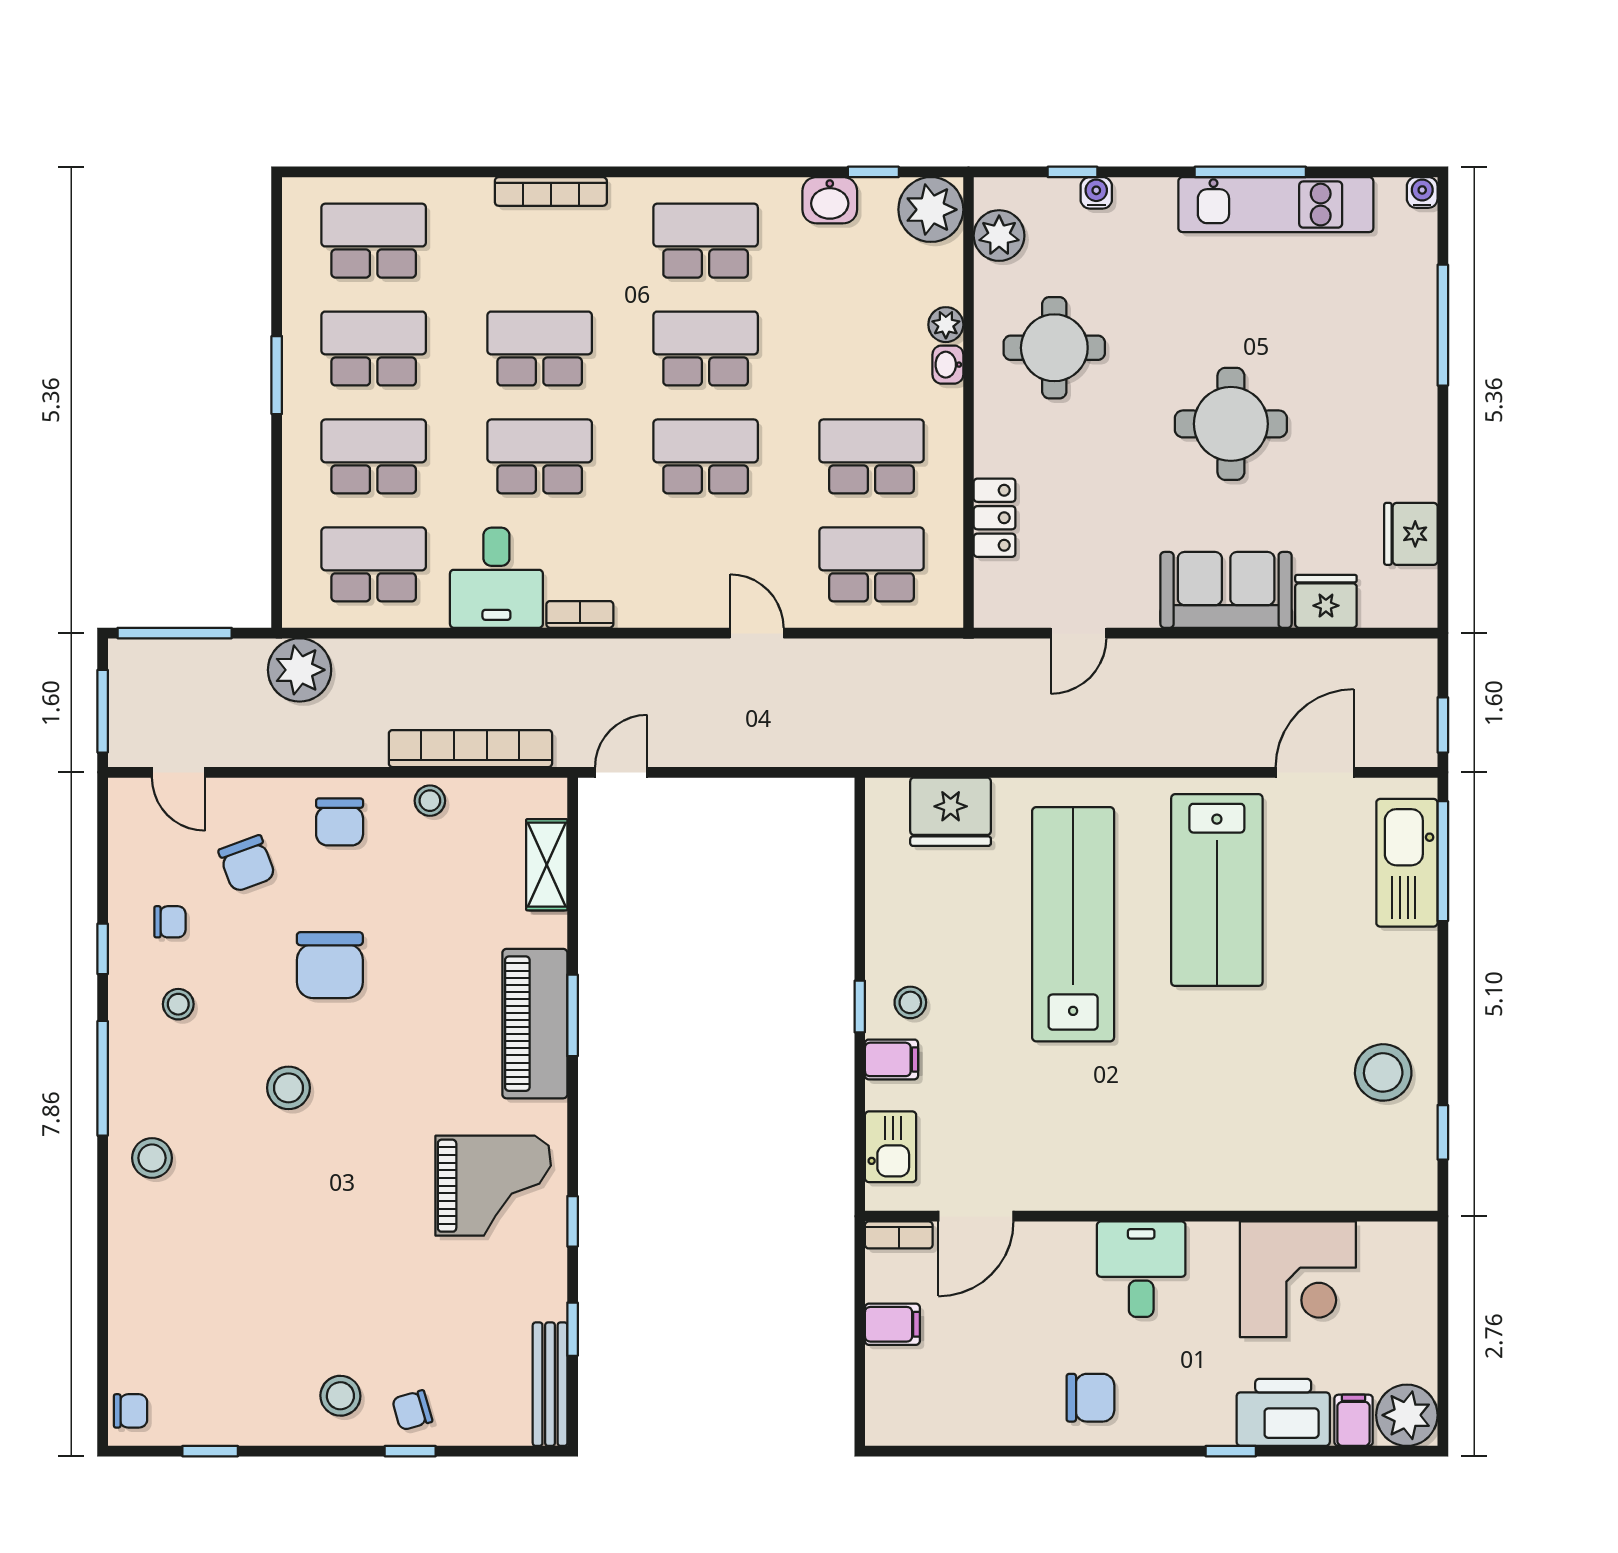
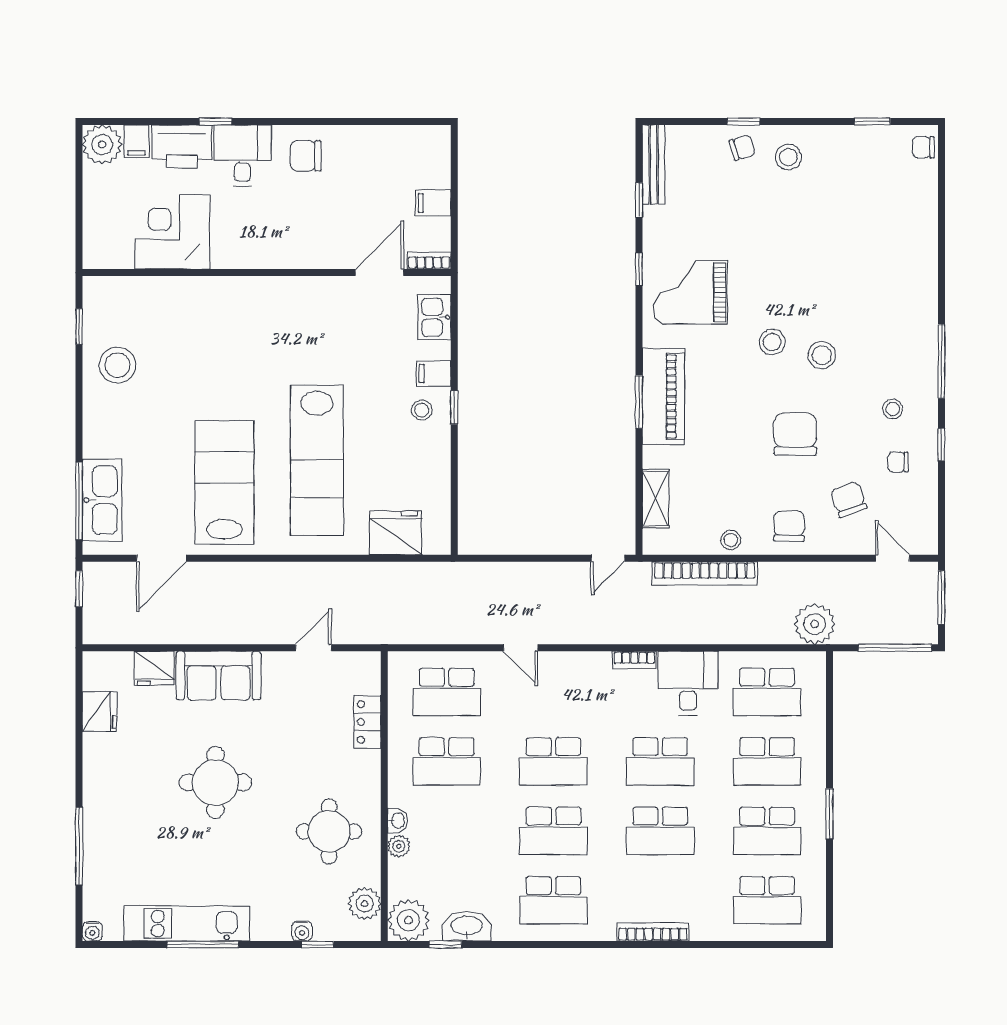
washbasin: (830, 200) -> (467, 926), width x1.38
stool: (152, 1158) -> (772, 342), moved
desk: (1141, 1269) -> (243, 156), moved, turned 180

